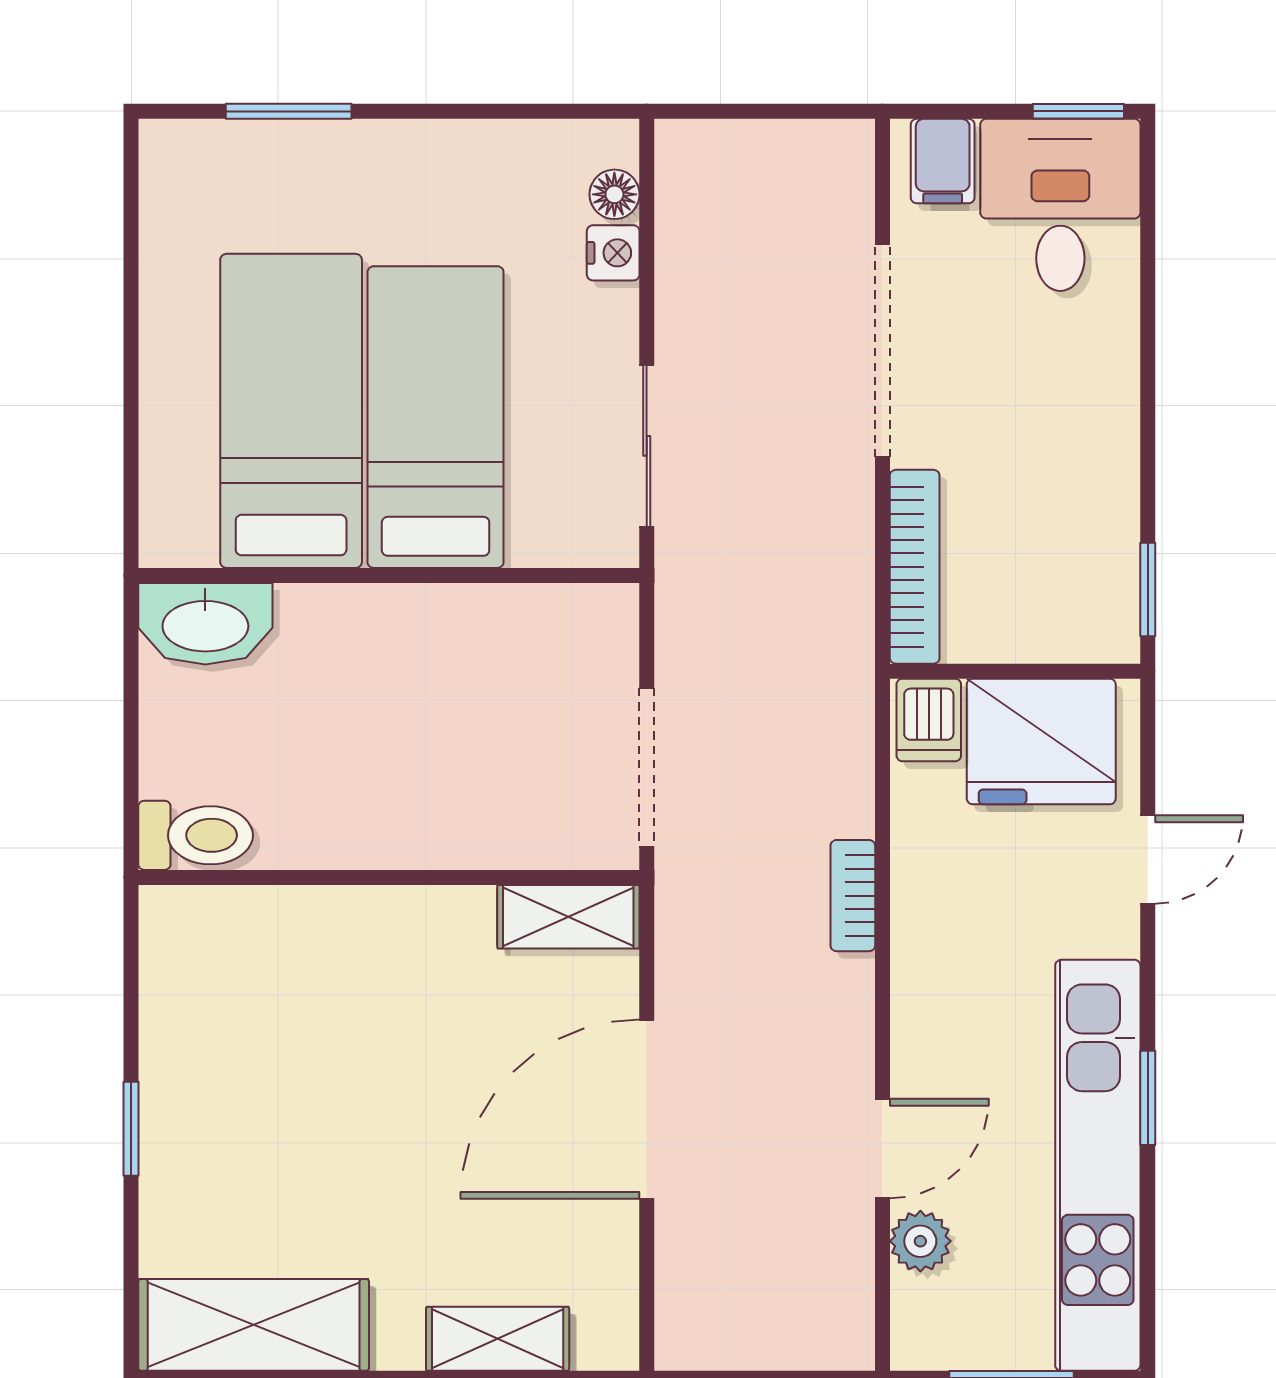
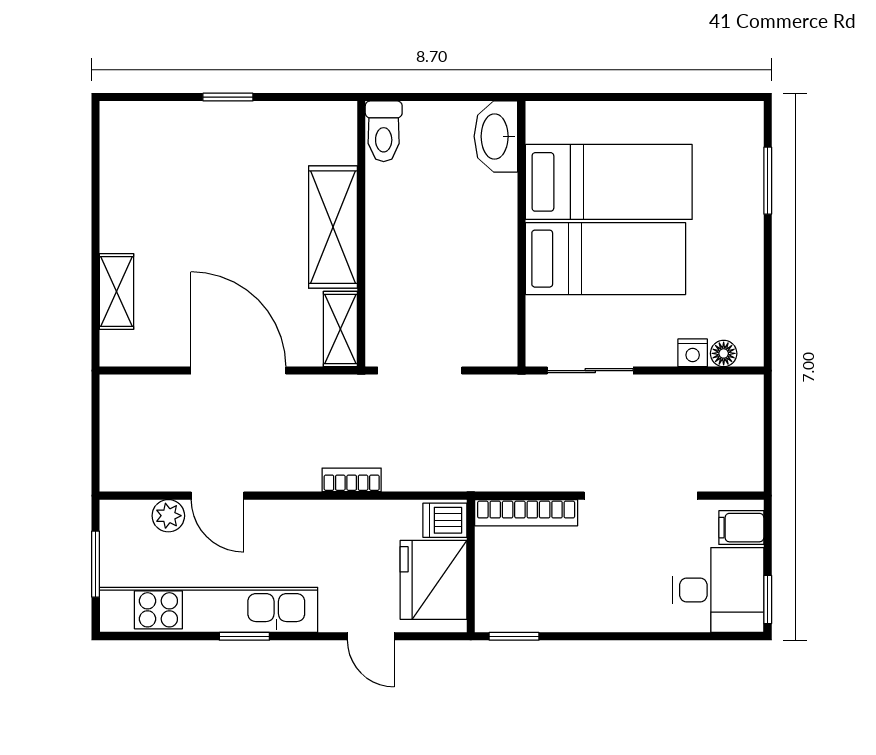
shelving: (254, 1325) -> (333, 227), moved

